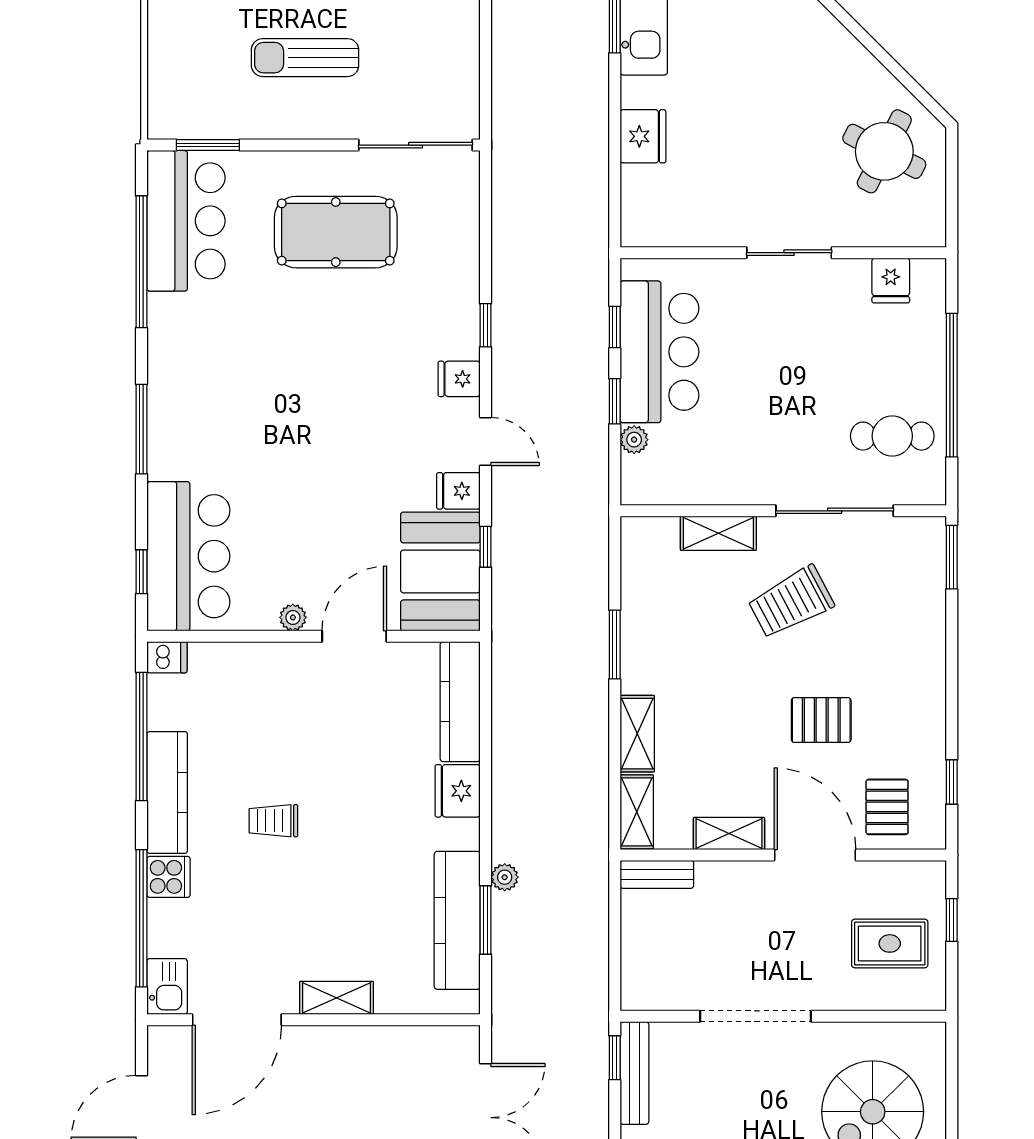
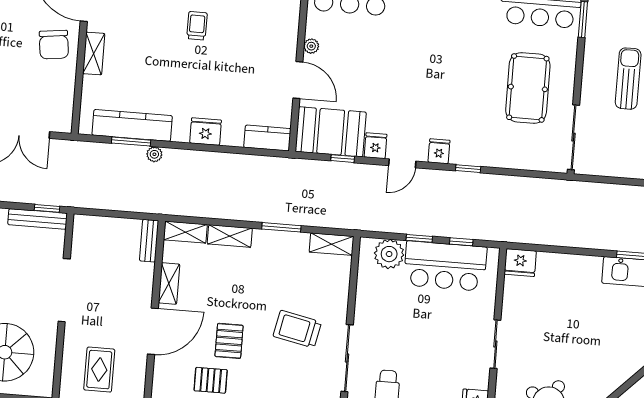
fridge: (643, 136) -> (520, 263), moved
plant: (634, 440) -> (389, 254), width x1.88, depth x1.88
shelving: (718, 533) -> (331, 244), moved, turned 90
trolley: (791, 602) -> (297, 329), turned -50
kitchen counter: (460, 702) -> (267, 138), width x0.67
pallet: (887, 807) -> (211, 380), moved
chair: (327, 1069) -> (54, 45), added

